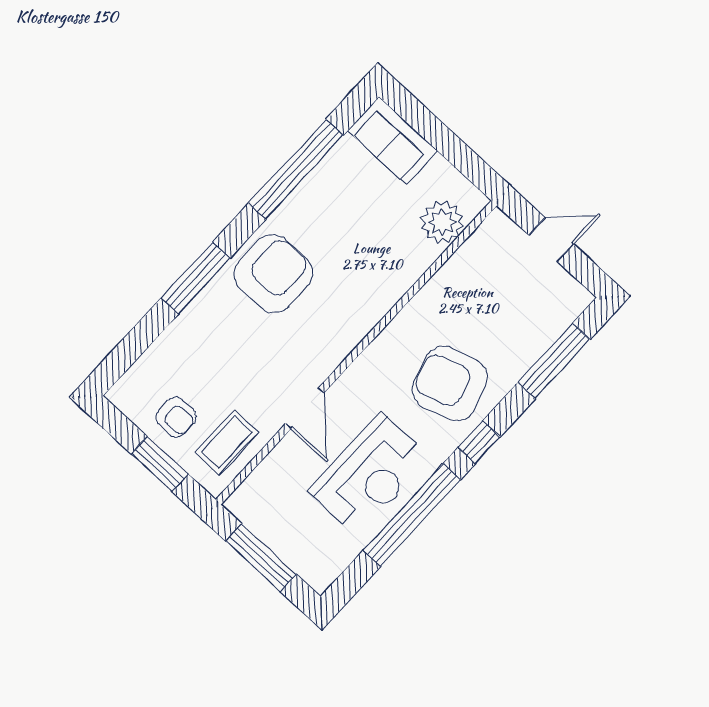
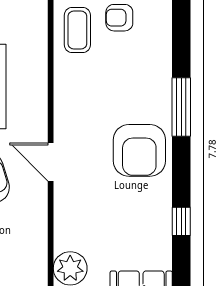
window: (296, 169) -> (181, 221), width x0.32
door: (305, 408) -> (51, 162), moved

